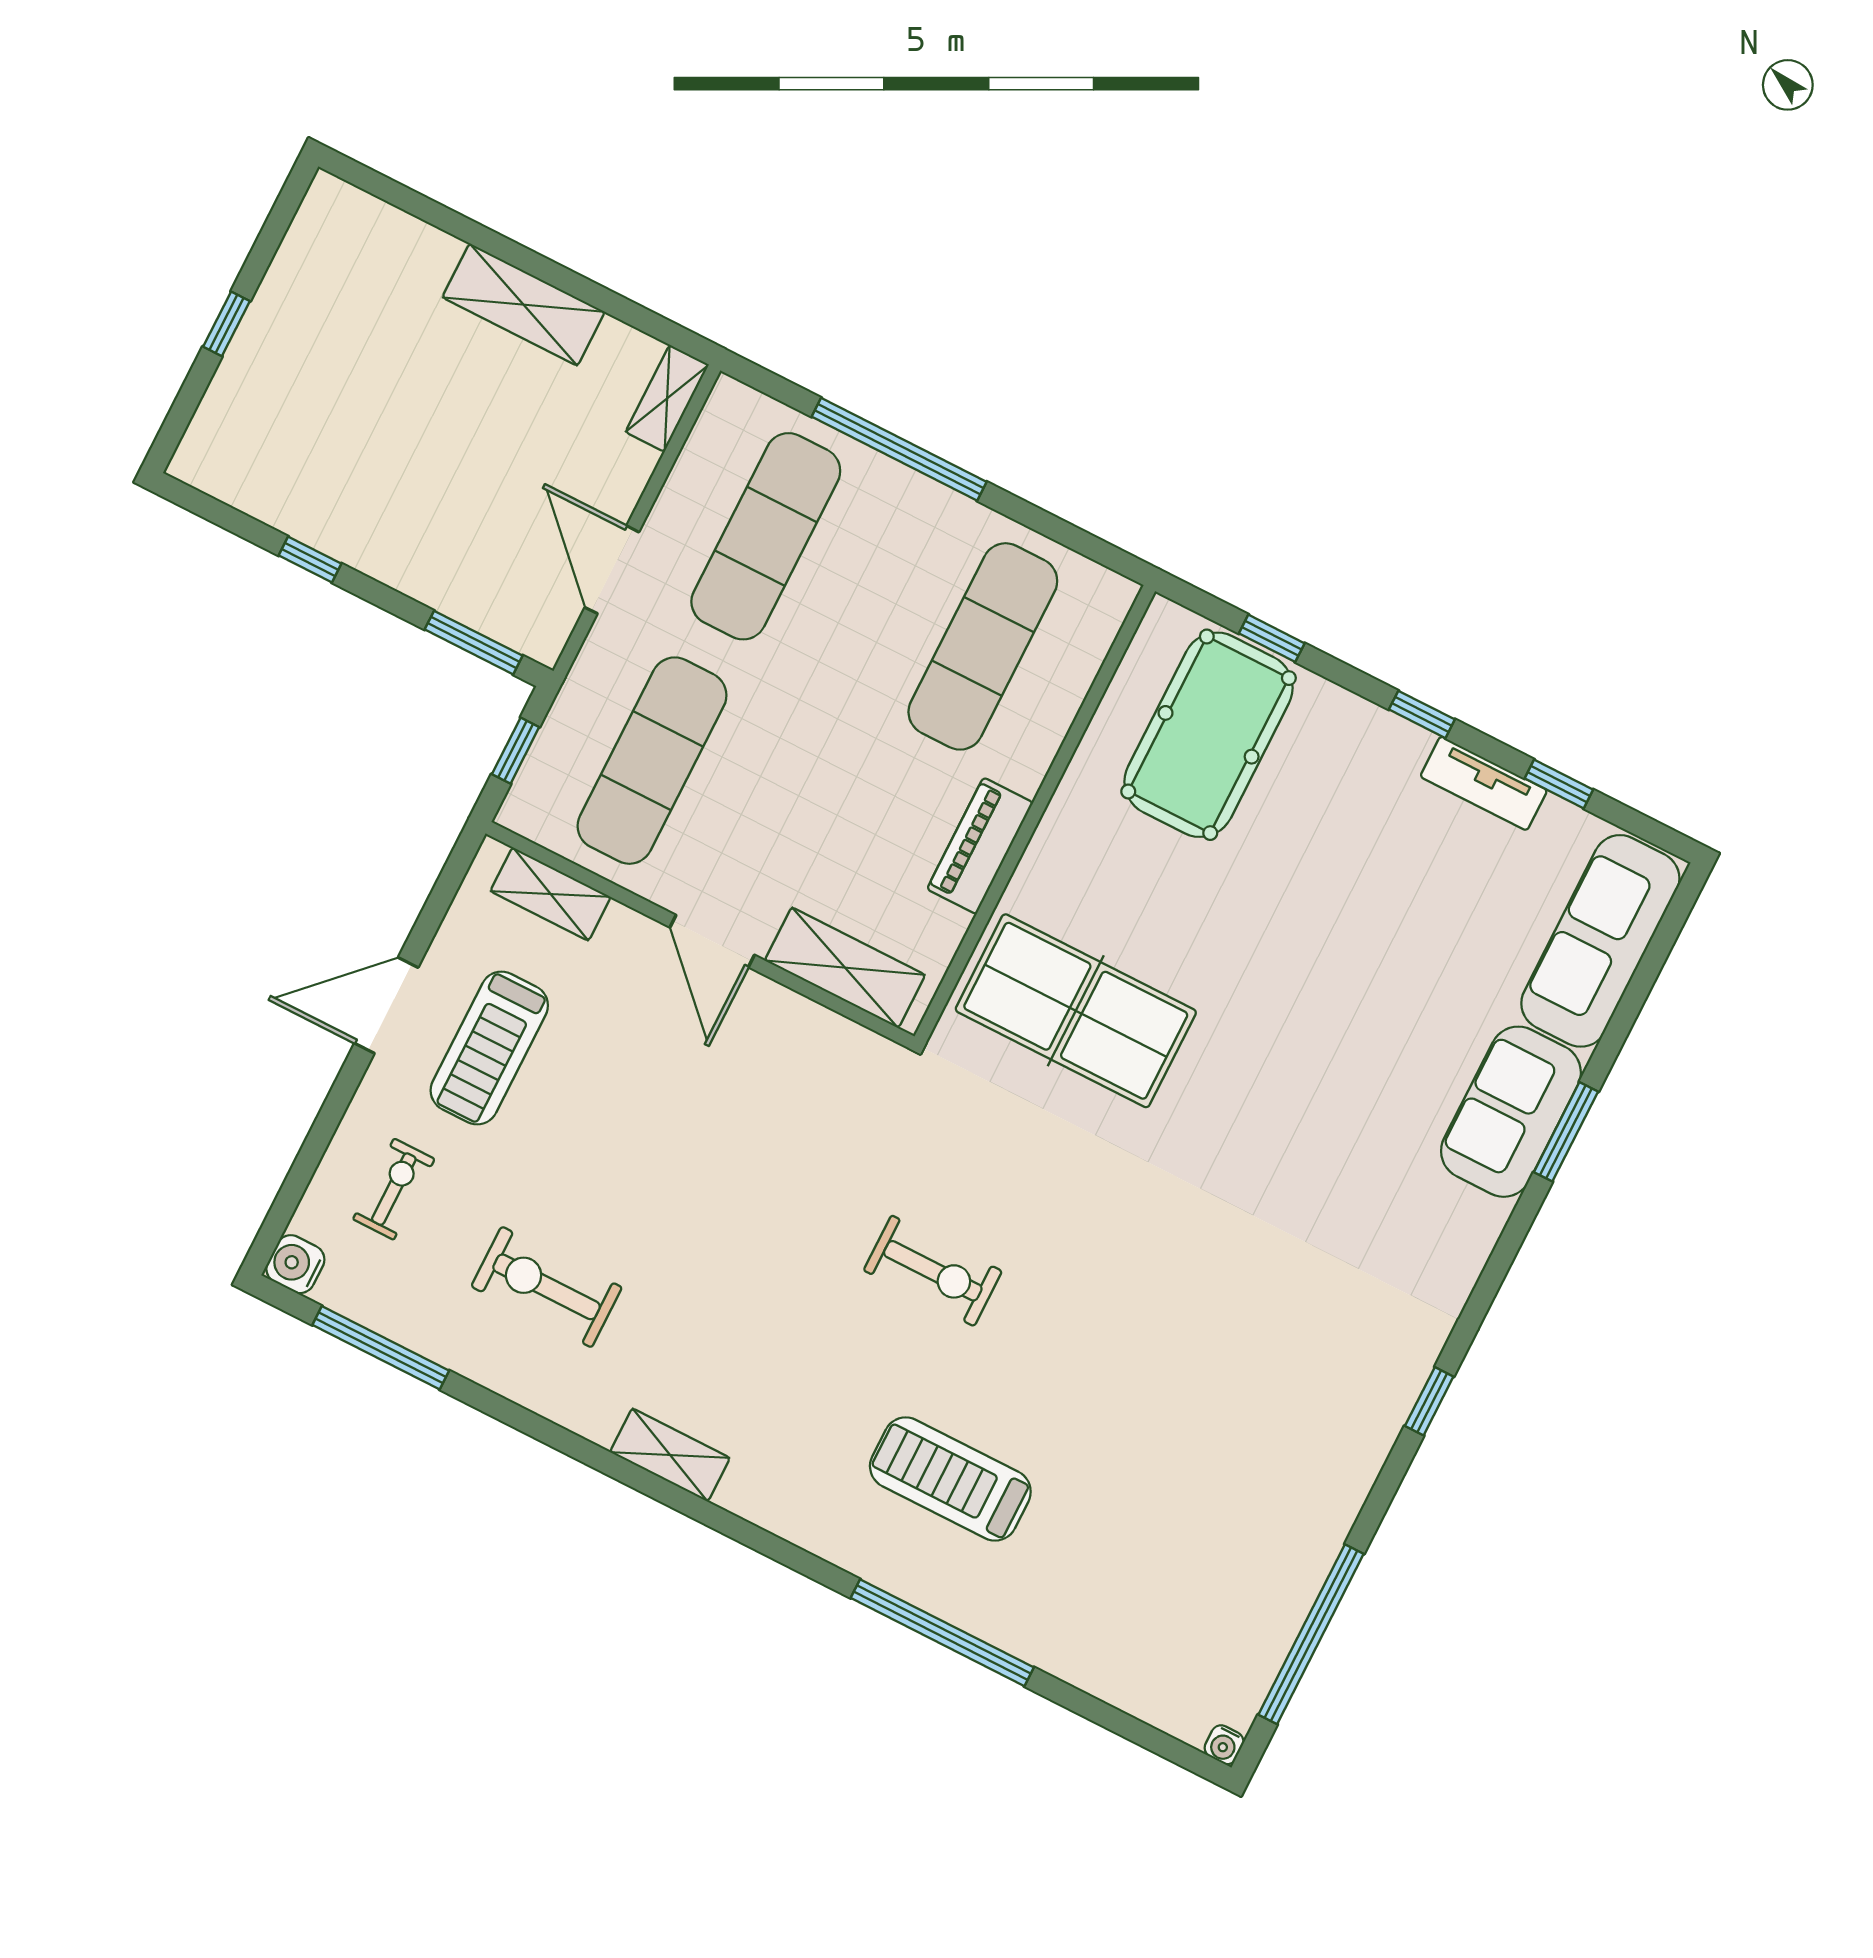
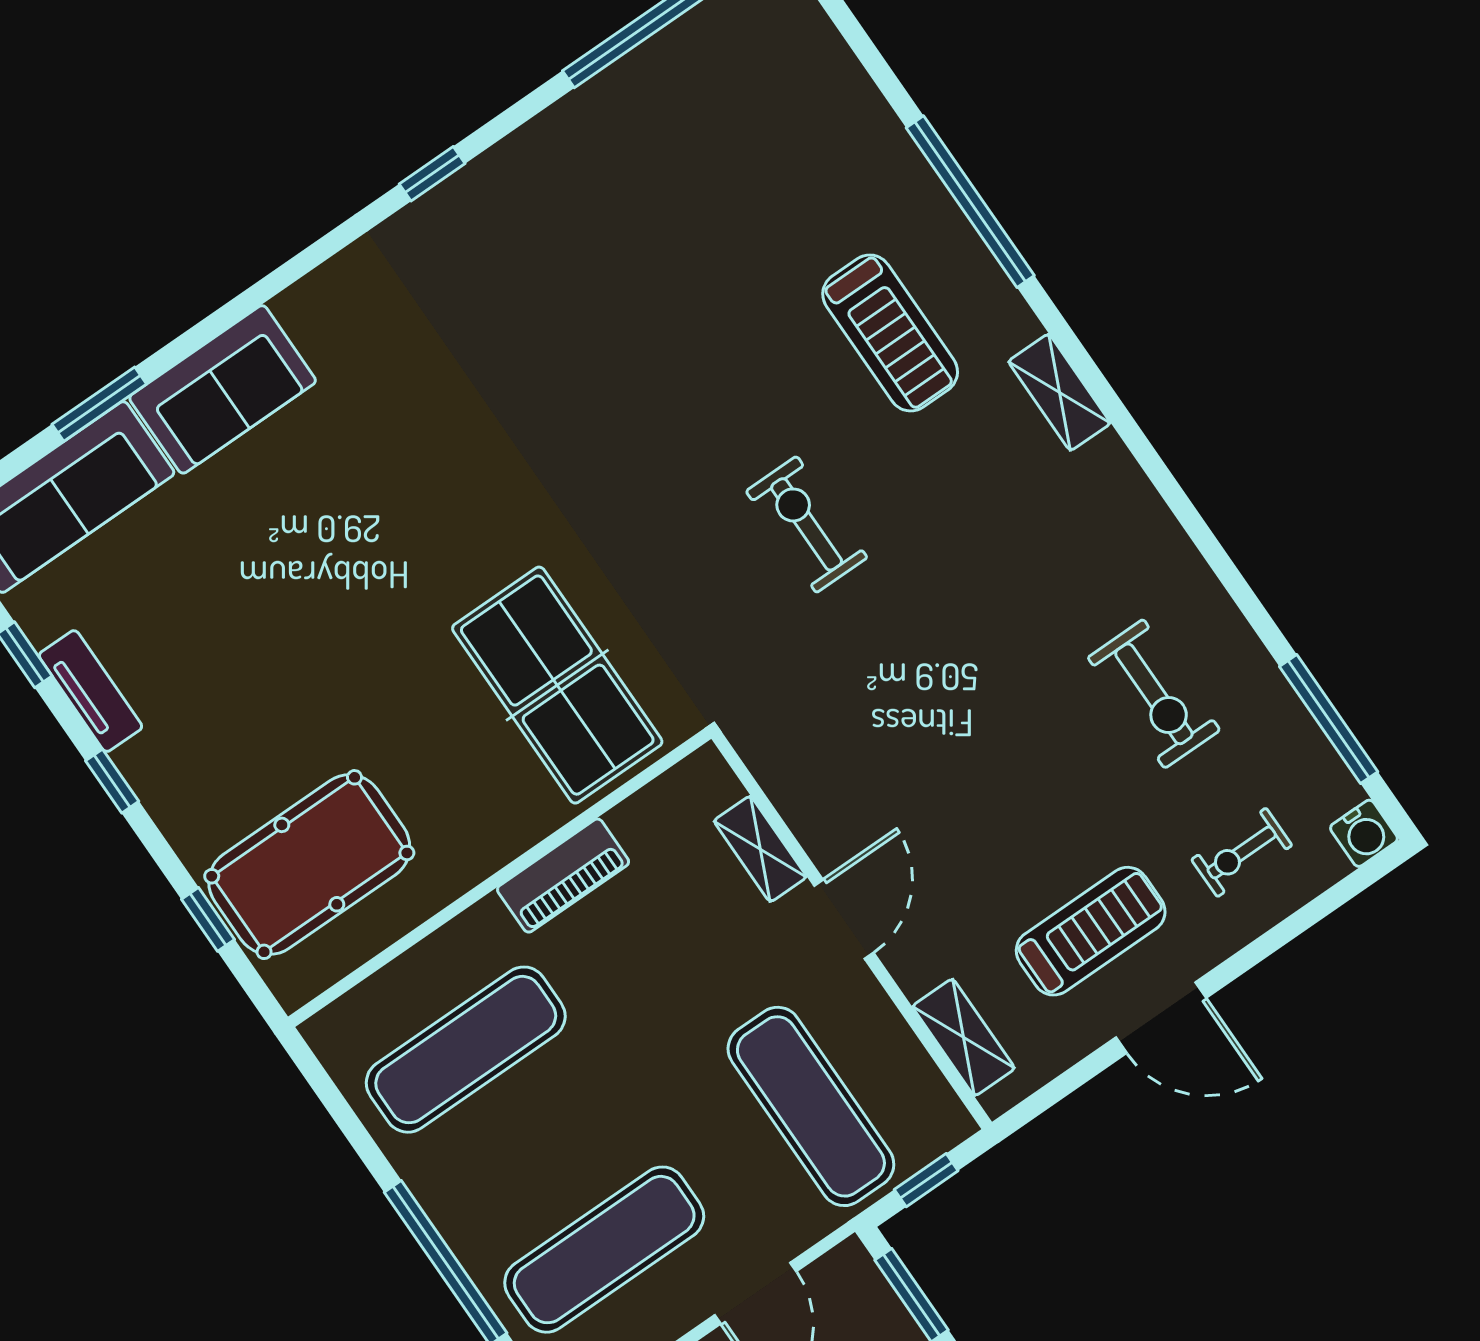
exercise mat: (652, 761) -> (811, 1106), turned 90
shelving: (845, 968) -> (760, 849), width x0.67, depth x0.75
window: (1566, 1132) -> (99, 404), moved
shelving: (670, 1455) -> (1059, 392), moved

